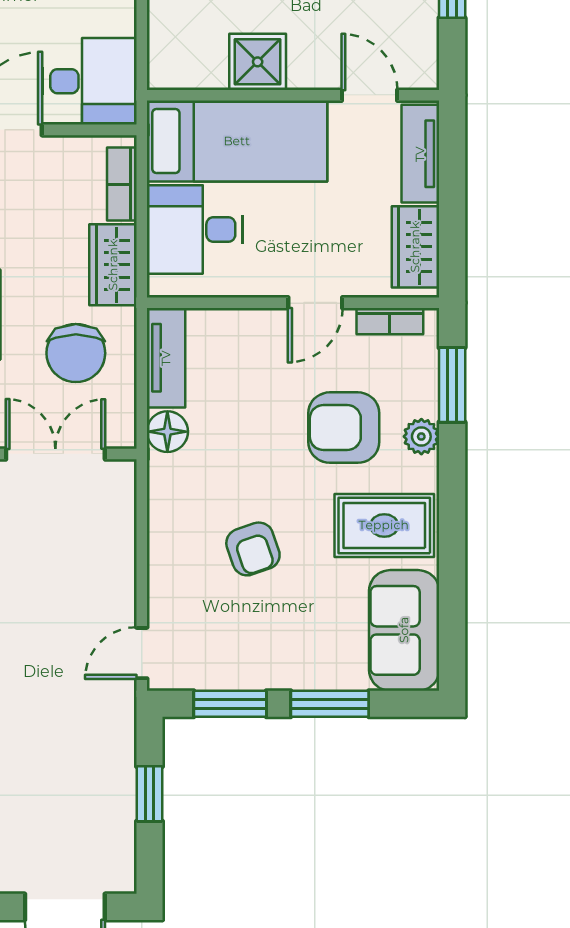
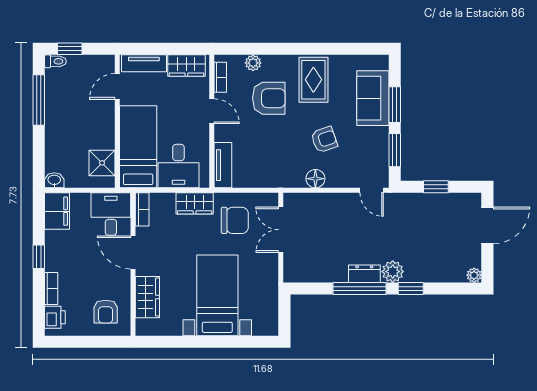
shower: (258, 62) -> (102, 163), moved
bookcase: (122, 184) -> (142, 209), moved, turned -90
tv unit: (166, 358) -> (223, 165), moved, turned 90
window: (452, 385) -> (249, 49), removed
armchair: (344, 428) -> (269, 98), turned -90
floor lamp: (167, 432) -> (315, 179), moved
plant: (421, 437) -> (253, 63), moved
sofa: (404, 630) -> (373, 98), moved, turned 90

